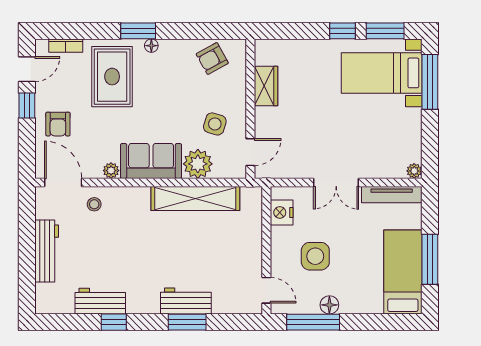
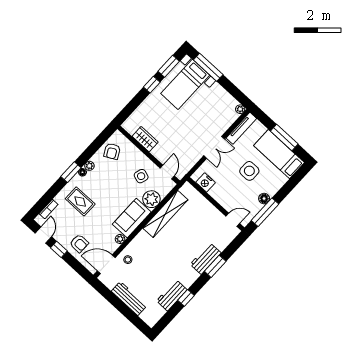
plant: (168, 47) -> (89, 166), added
rug: (112, 77) -> (80, 201), width x0.73, depth x0.70
side table: (315, 256) -> (249, 171), moved

